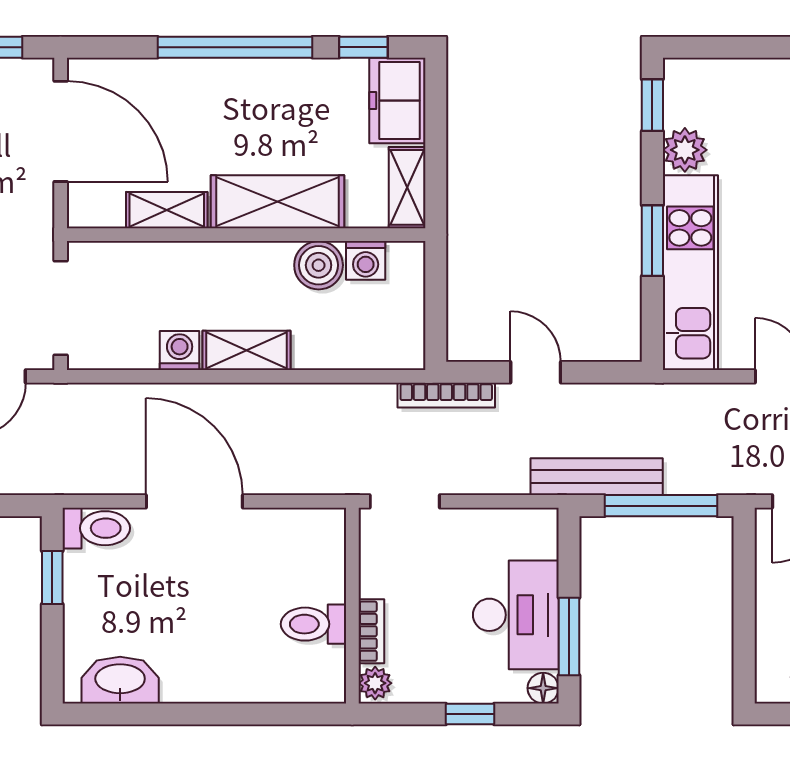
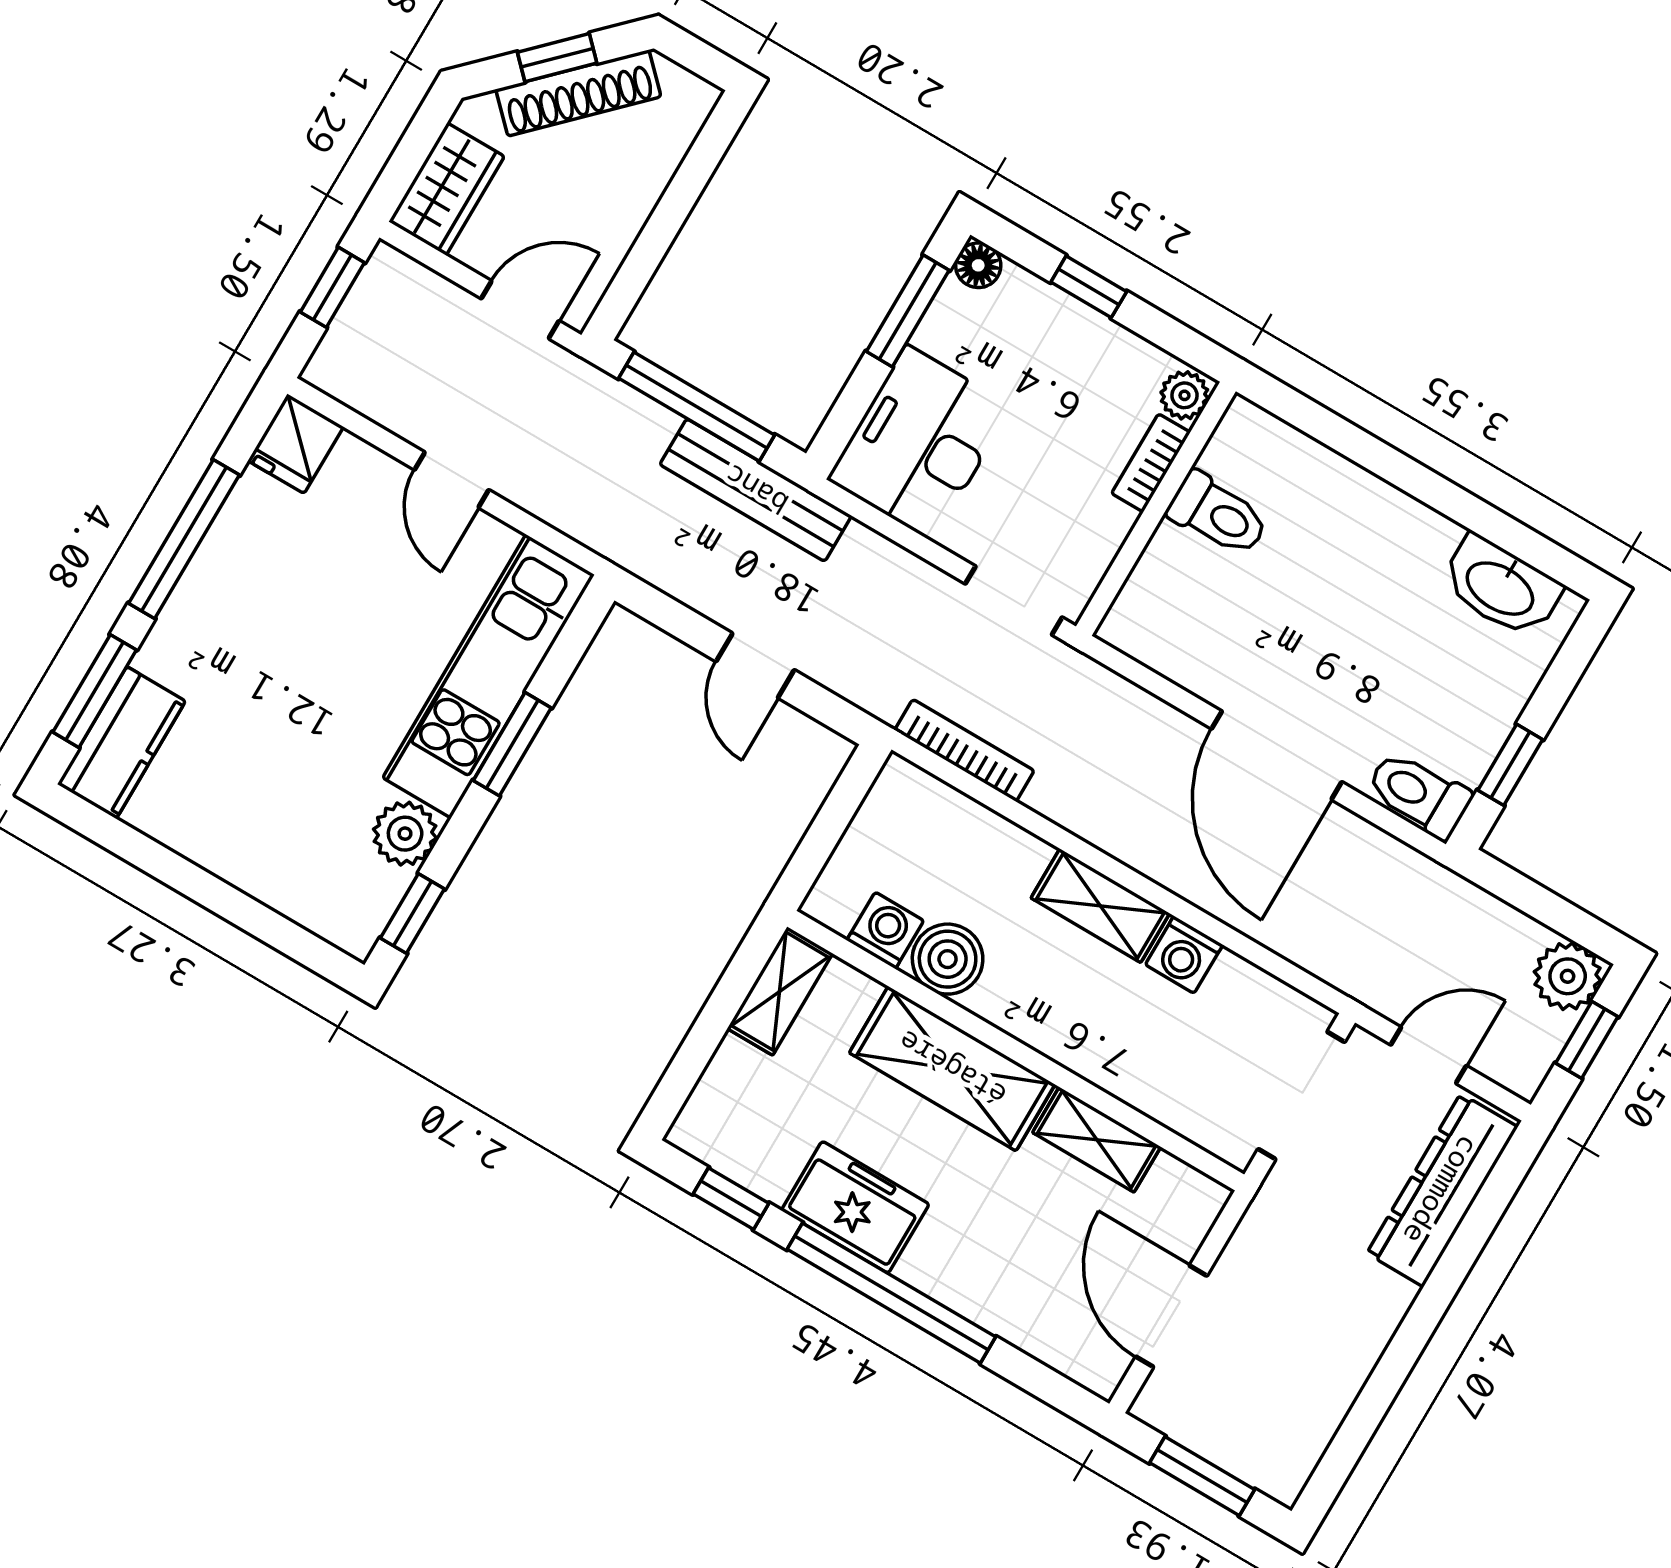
freezer: (397, 101) -> (855, 1207), moved, turned -90
door: (61, 131) -> (1171, 1316), width x0.73
bookcase: (446, 395) -> (964, 750), moved
desk: (516, 615) -> (920, 443), moved

